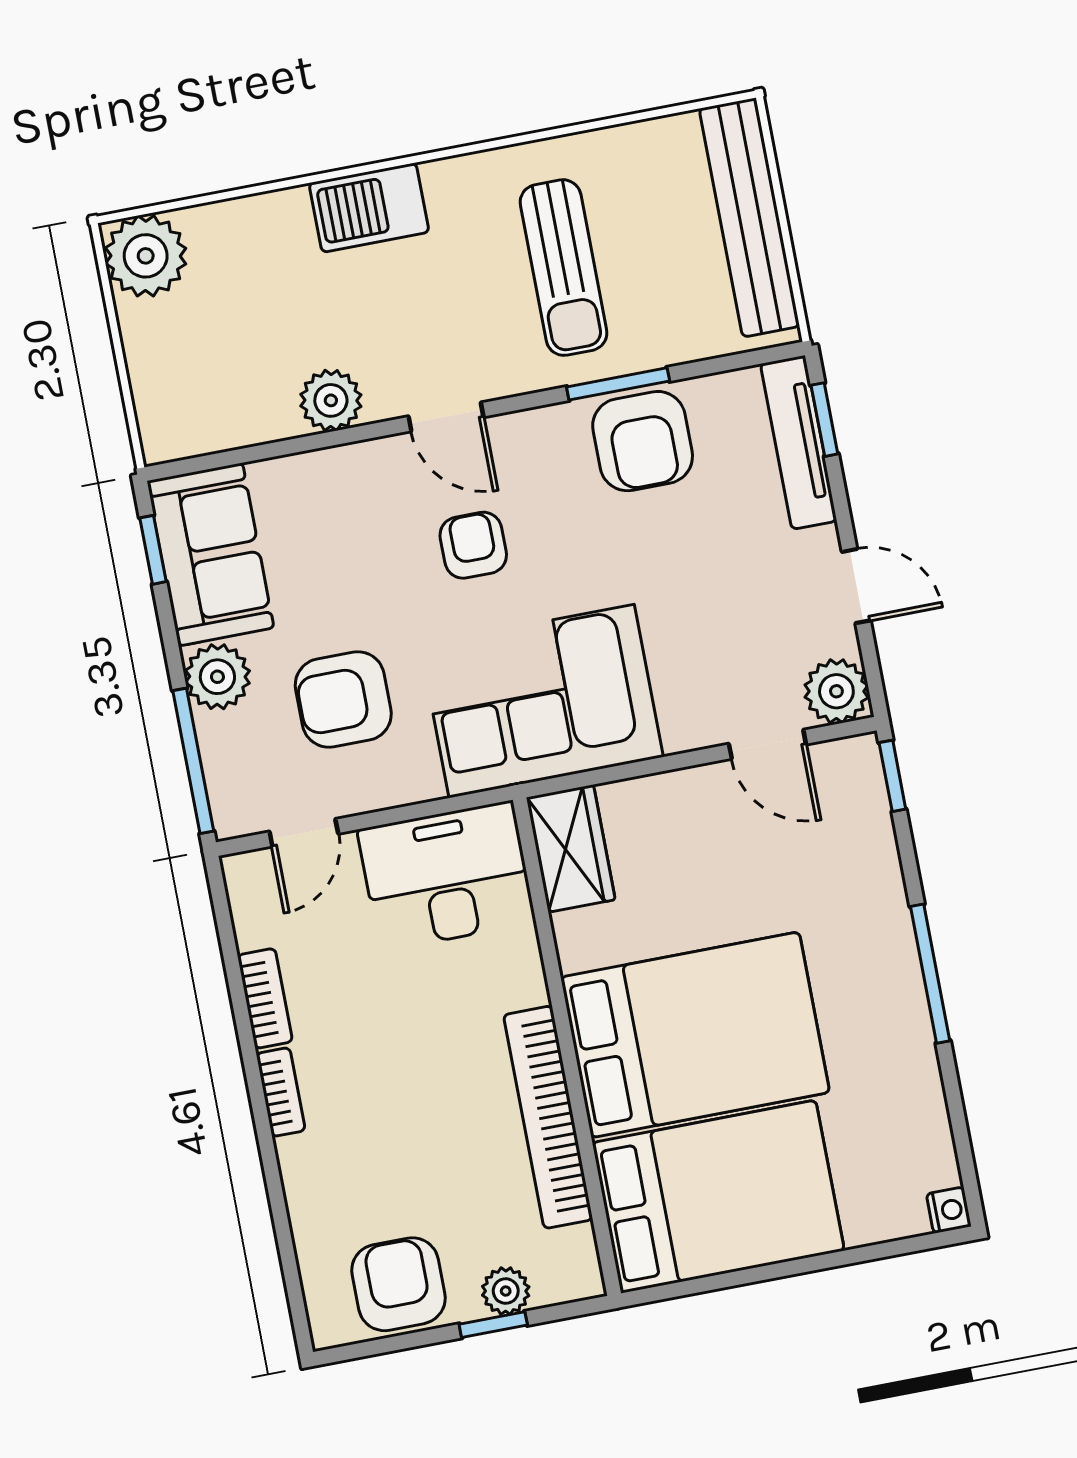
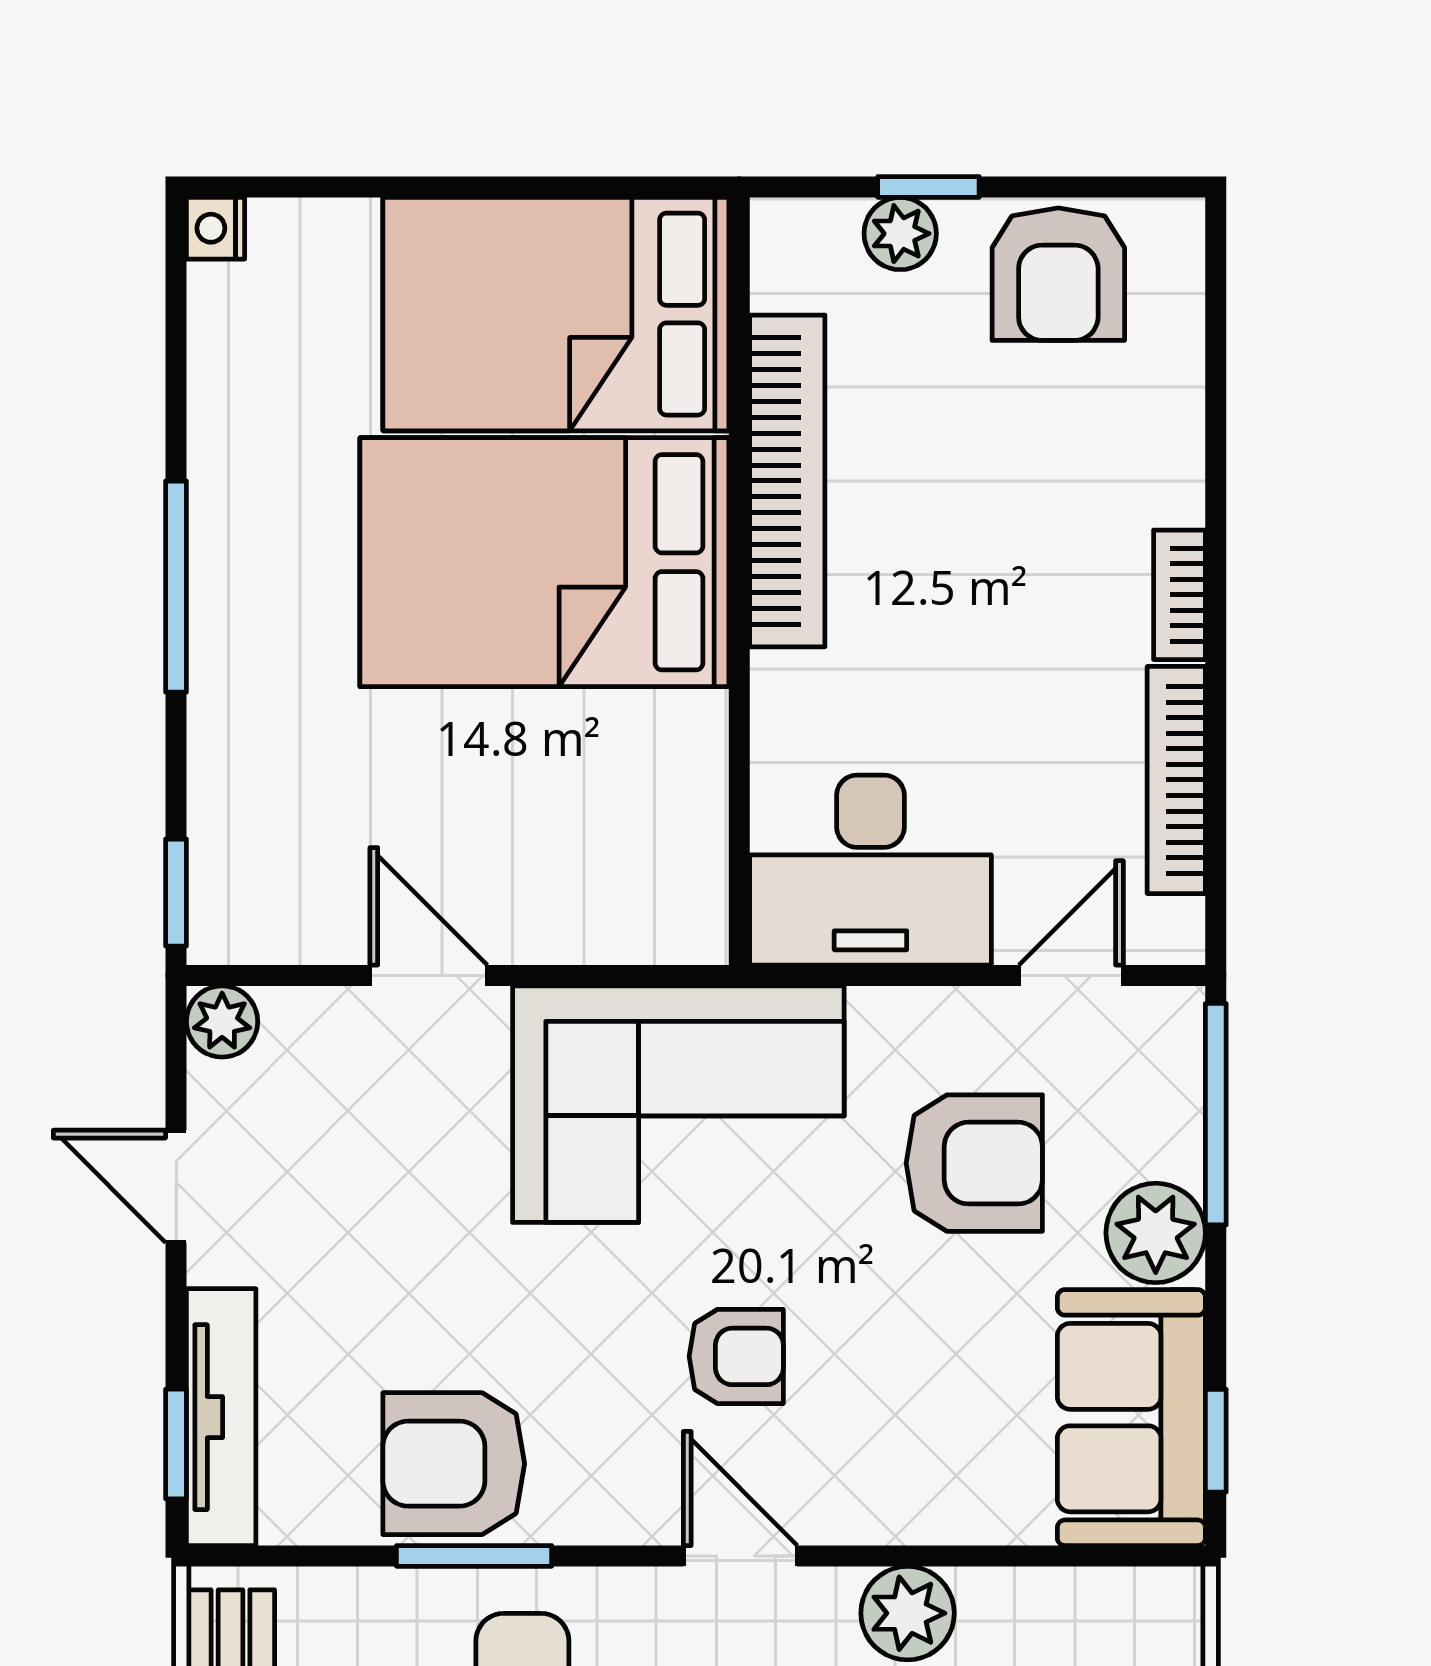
armchair: (643, 441) -> (454, 1464), turned -90
armchair: (473, 545) -> (736, 1356), turned -90
plant: (836, 691) -> (222, 1022), width x0.73, depth x0.73
door: (767, 744) -> (429, 975), moved
wardrobe: (571, 849) -> (677, 876), removed
bookcase: (265, 998) -> (1176, 780), width x1.56

